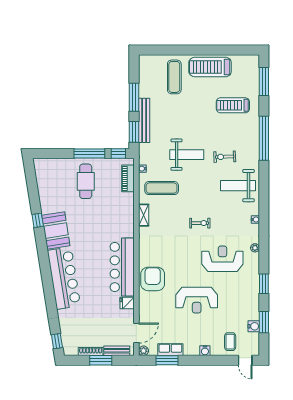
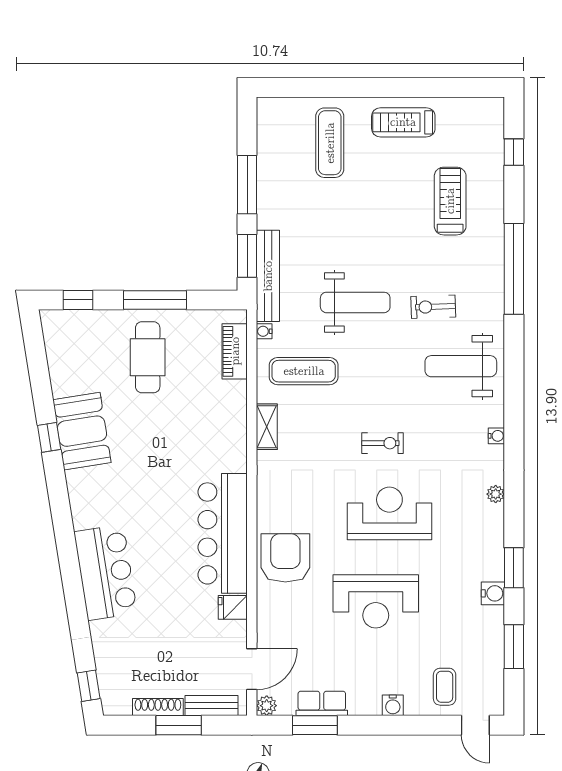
treadmill: (210, 67) -> (403, 122), width x0.73, depth x0.73
window: (264, 81) -> (514, 152), width x0.46
treadmill: (233, 105) -> (450, 201), turned 90
bench: (144, 120) -> (268, 276), moved
window: (118, 153) -> (78, 300), moved
booth: (56, 231) -> (82, 431), moved
reception desk: (222, 259) -> (389, 513), moved
bar counter: (64, 278) -> (106, 572), width x0.73
water cooler: (254, 326) -> (493, 593), moved

